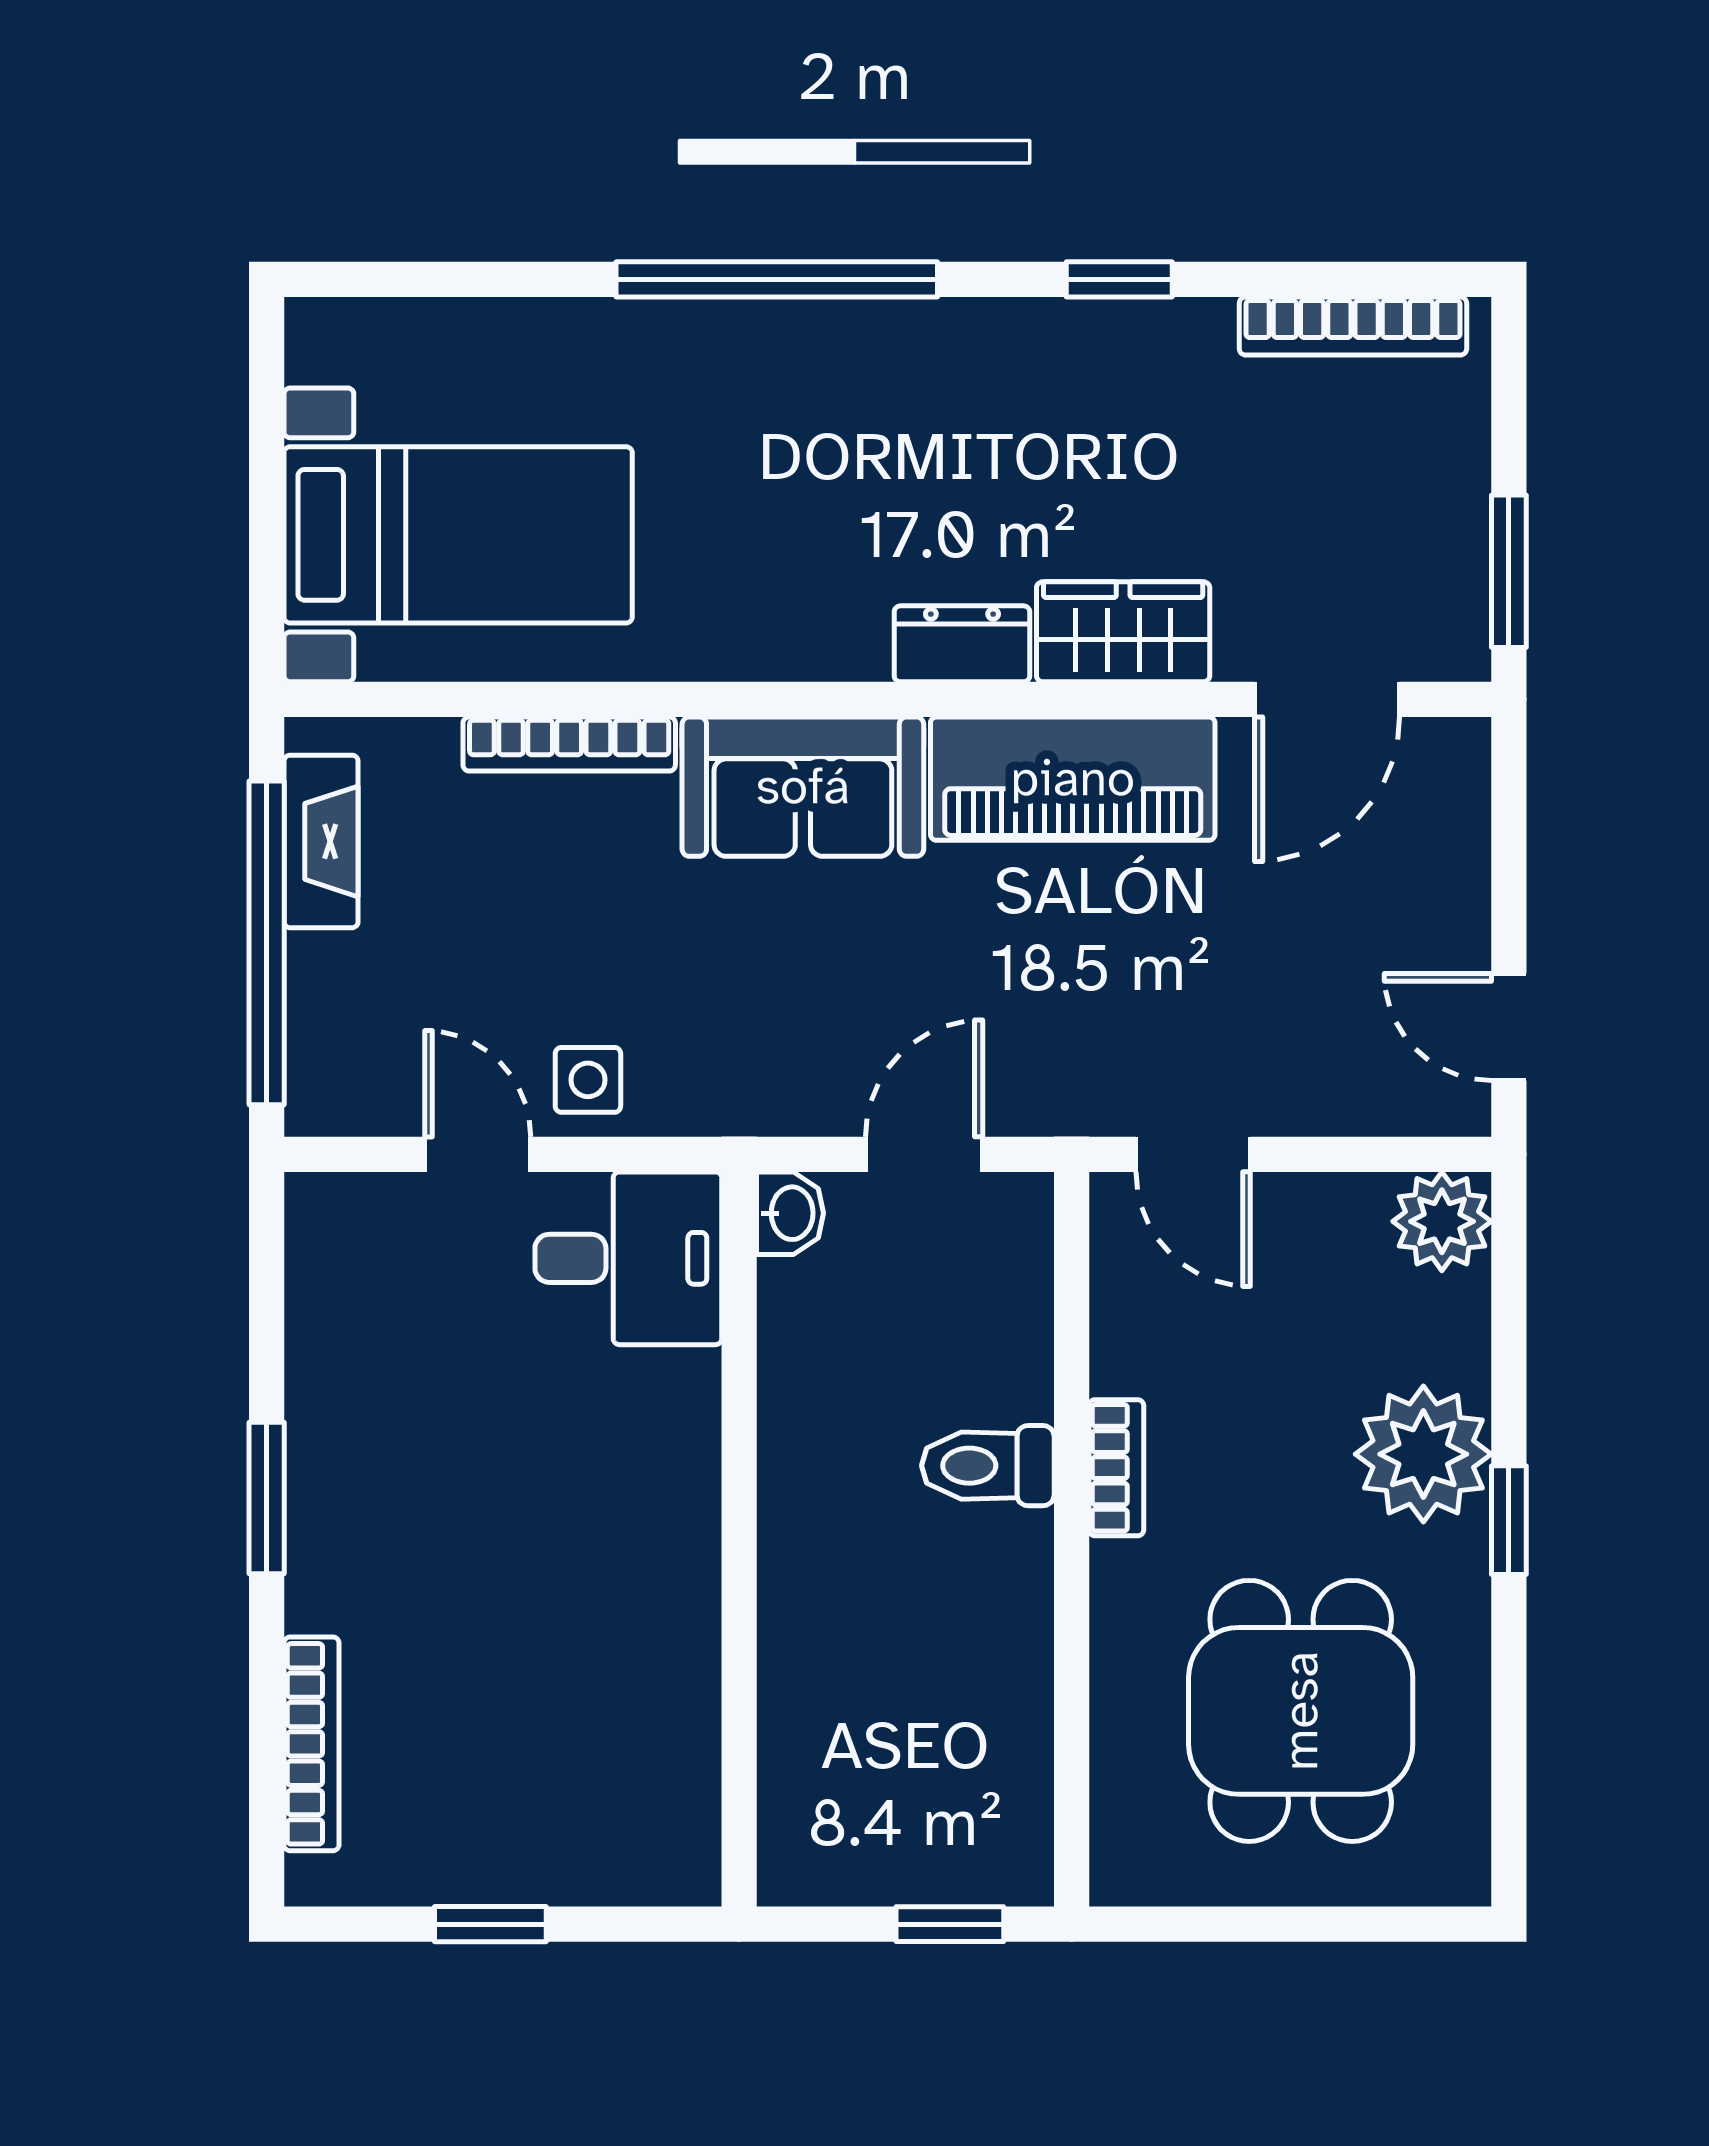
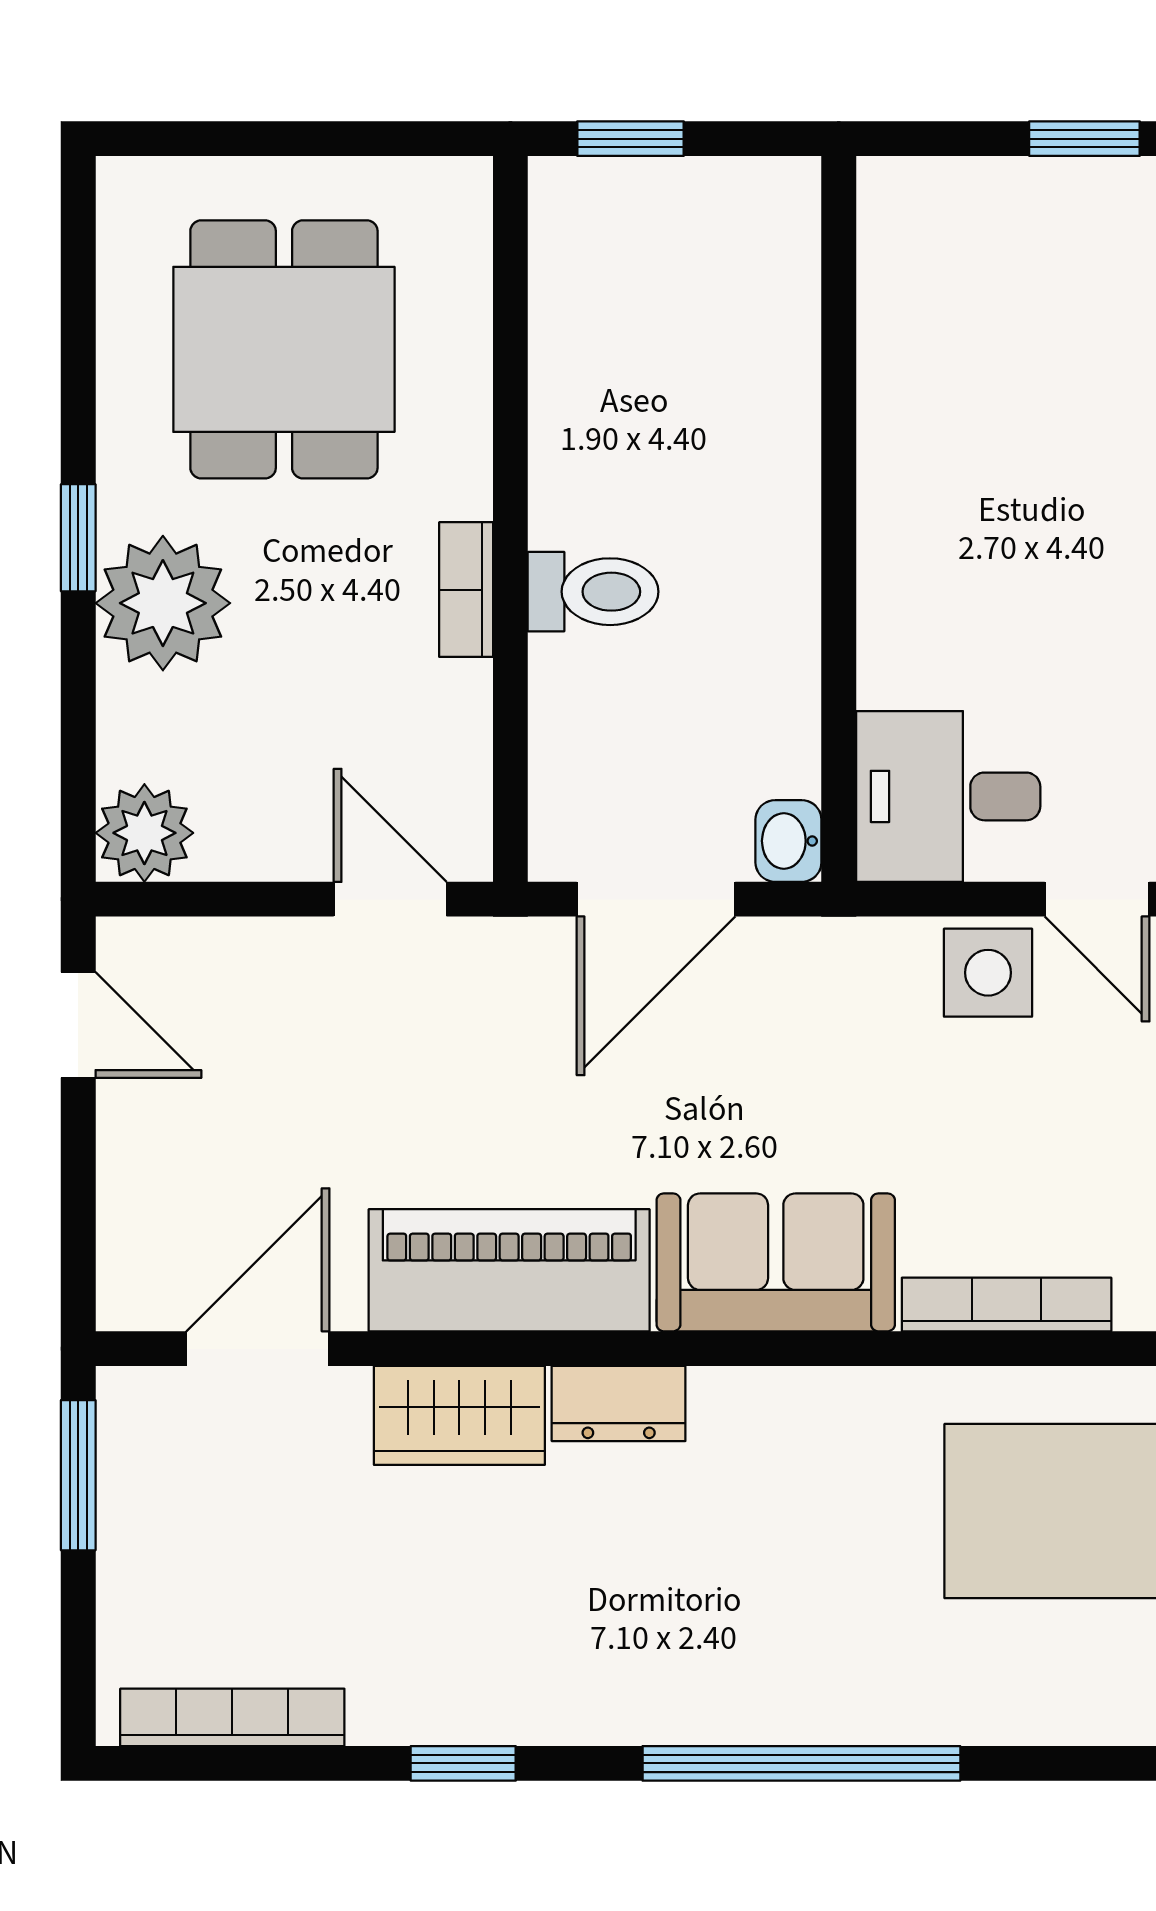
side table: (588, 1080) -> (988, 973), width x1.37, depth x1.37
door: (924, 1154) -> (656, 899), width x1.38

